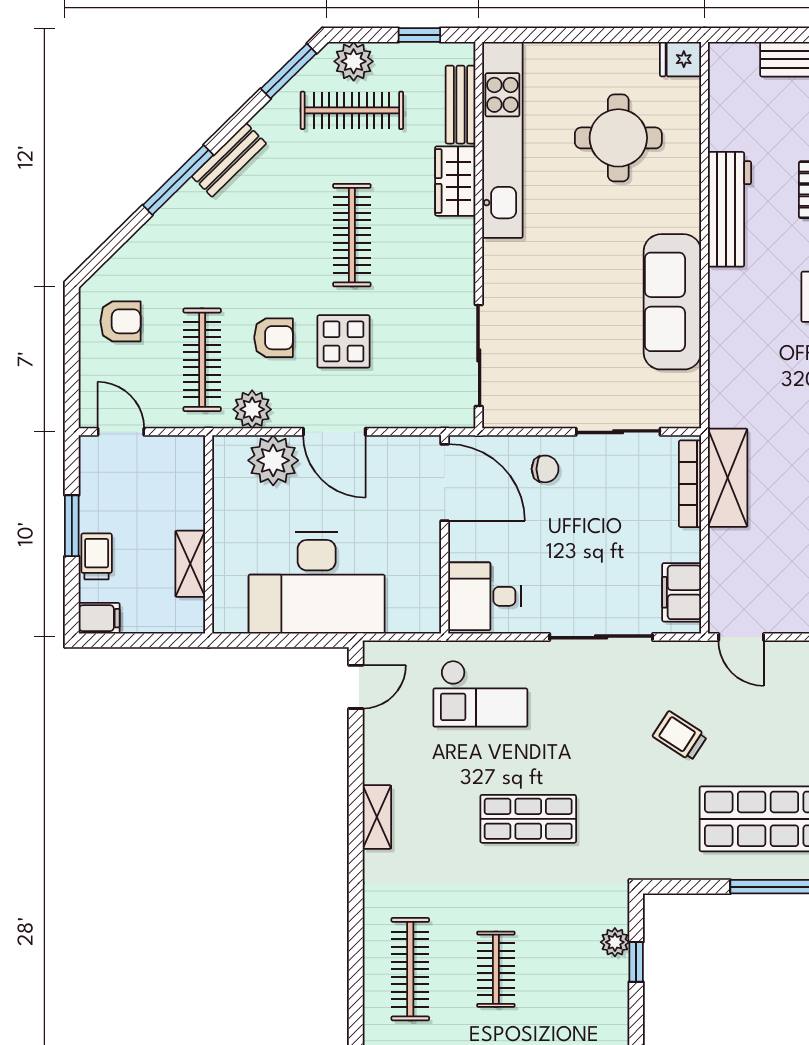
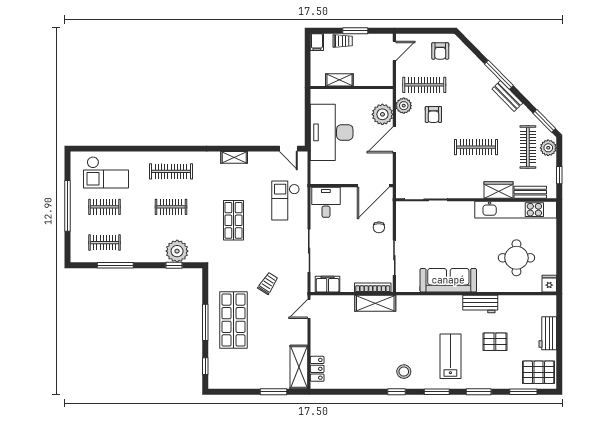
workbench: (729, 209) -> (480, 304), width x0.73
display table: (344, 341) -> (432, 144), removed
plant: (615, 942) -> (177, 251), width x1.88, depth x1.88

